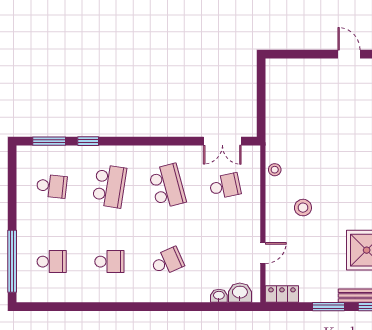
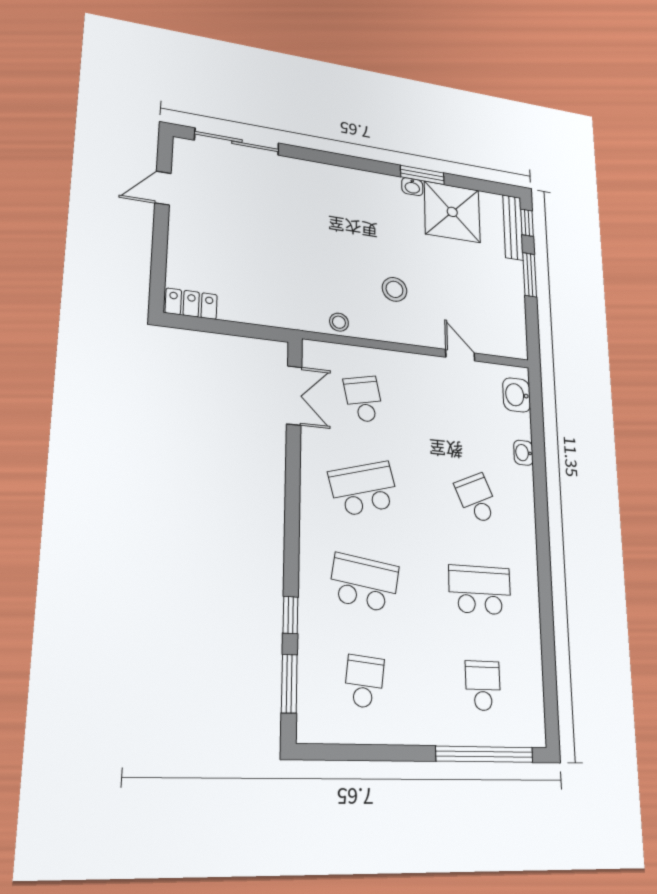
school desk: (109, 262) -> (480, 590), width x1.85
locker: (282, 294) -> (191, 304), moved, turned 90
washbasin: (219, 296) -> (523, 453), moved

